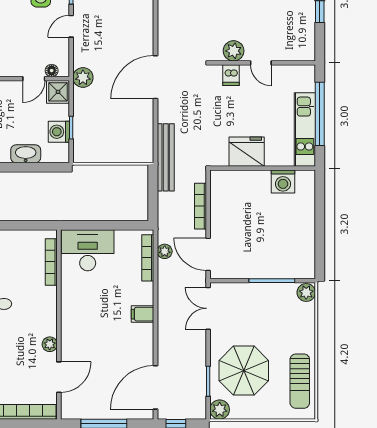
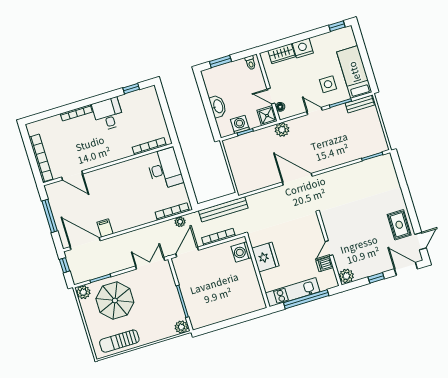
plant: (234, 51) -> (346, 276), moved
dishwasher: (231, 75) -> (325, 264), moved
bench: (166, 157) -> (223, 209), moved
washing machine: (283, 182) -> (241, 252), moved
filing cabinet: (143, 314) -> (105, 228), moved
plant: (50, 344) -> (93, 162), removed

